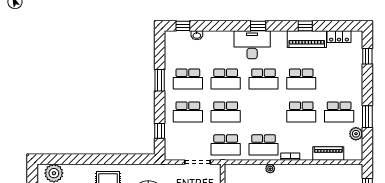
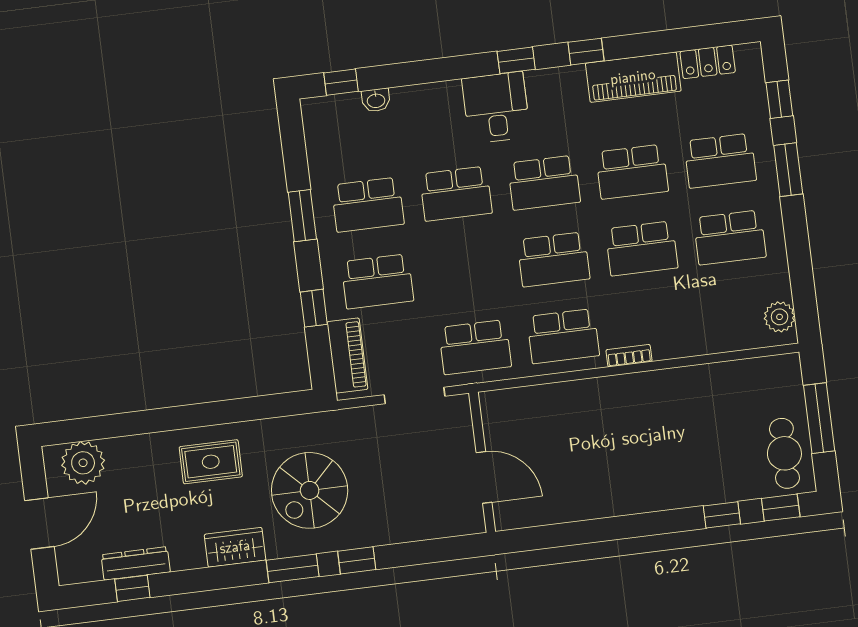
window: (305, 26) -> (586, 52), moved
desk: (252, 45) -> (496, 108), width x0.73
school desk: (339, 79) -> (720, 161), added
school desk: (226, 112) -> (554, 259), moved
window: (367, 117) -> (788, 170), moved
window: (160, 131) -> (314, 308), moved
plant: (356, 134) -> (780, 317), moved
piano: (328, 153) -> (347, 355), moved, turned 90
plant: (270, 169) -> (586, 389), removed

